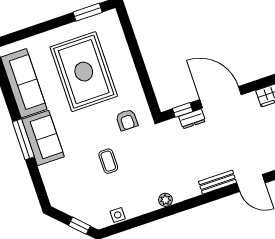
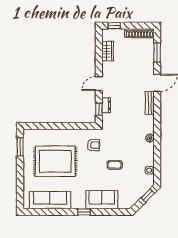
door: (221, 97) -> (99, 84), width x0.53
sofa: (43, 138) -> (102, 200), moved
window: (23, 139) -> (84, 212), width x0.46

